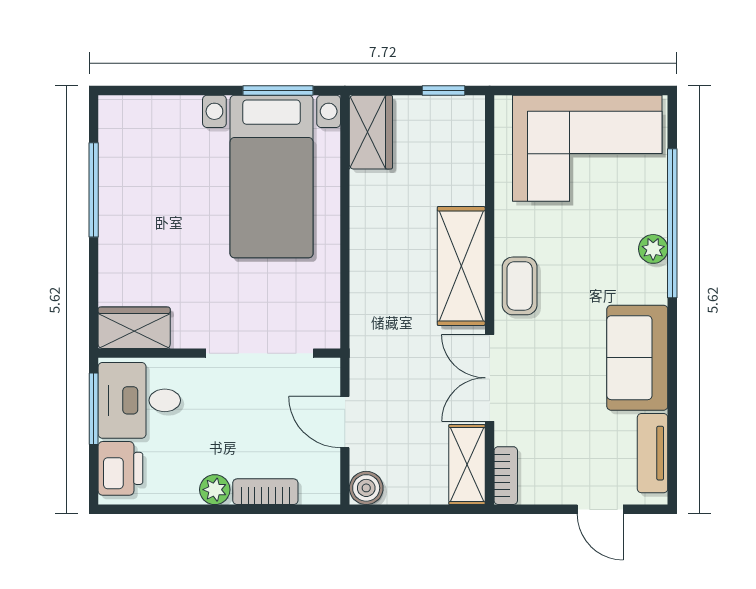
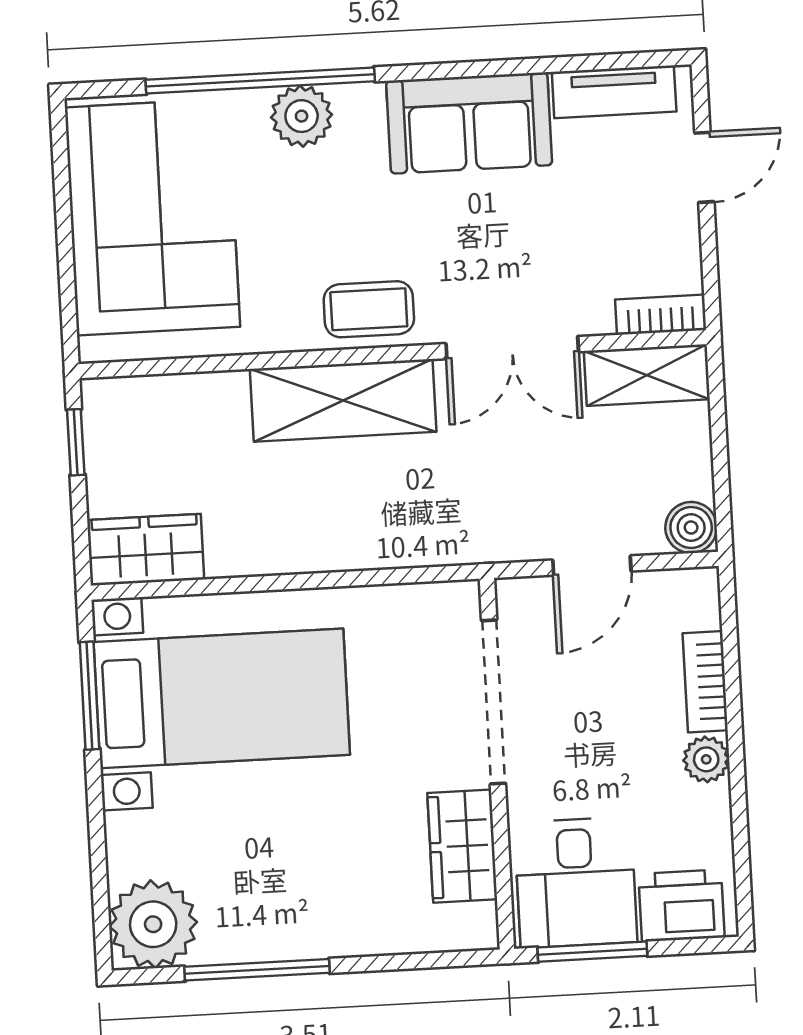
plant: (127, 124) -> (153, 924), added
plant: (653, 249) -> (302, 116), width x1.38, depth x1.38
wardrobe: (134, 328) -> (462, 846), moved

